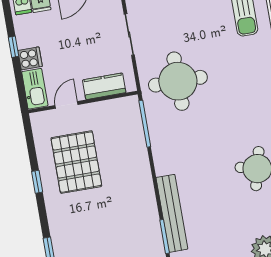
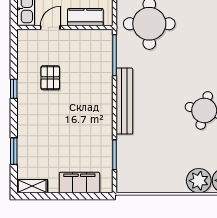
pallet: (76, 162) -> (50, 78), width x0.49, depth x0.50
bench: (172, 213) -> (124, 101), moved

